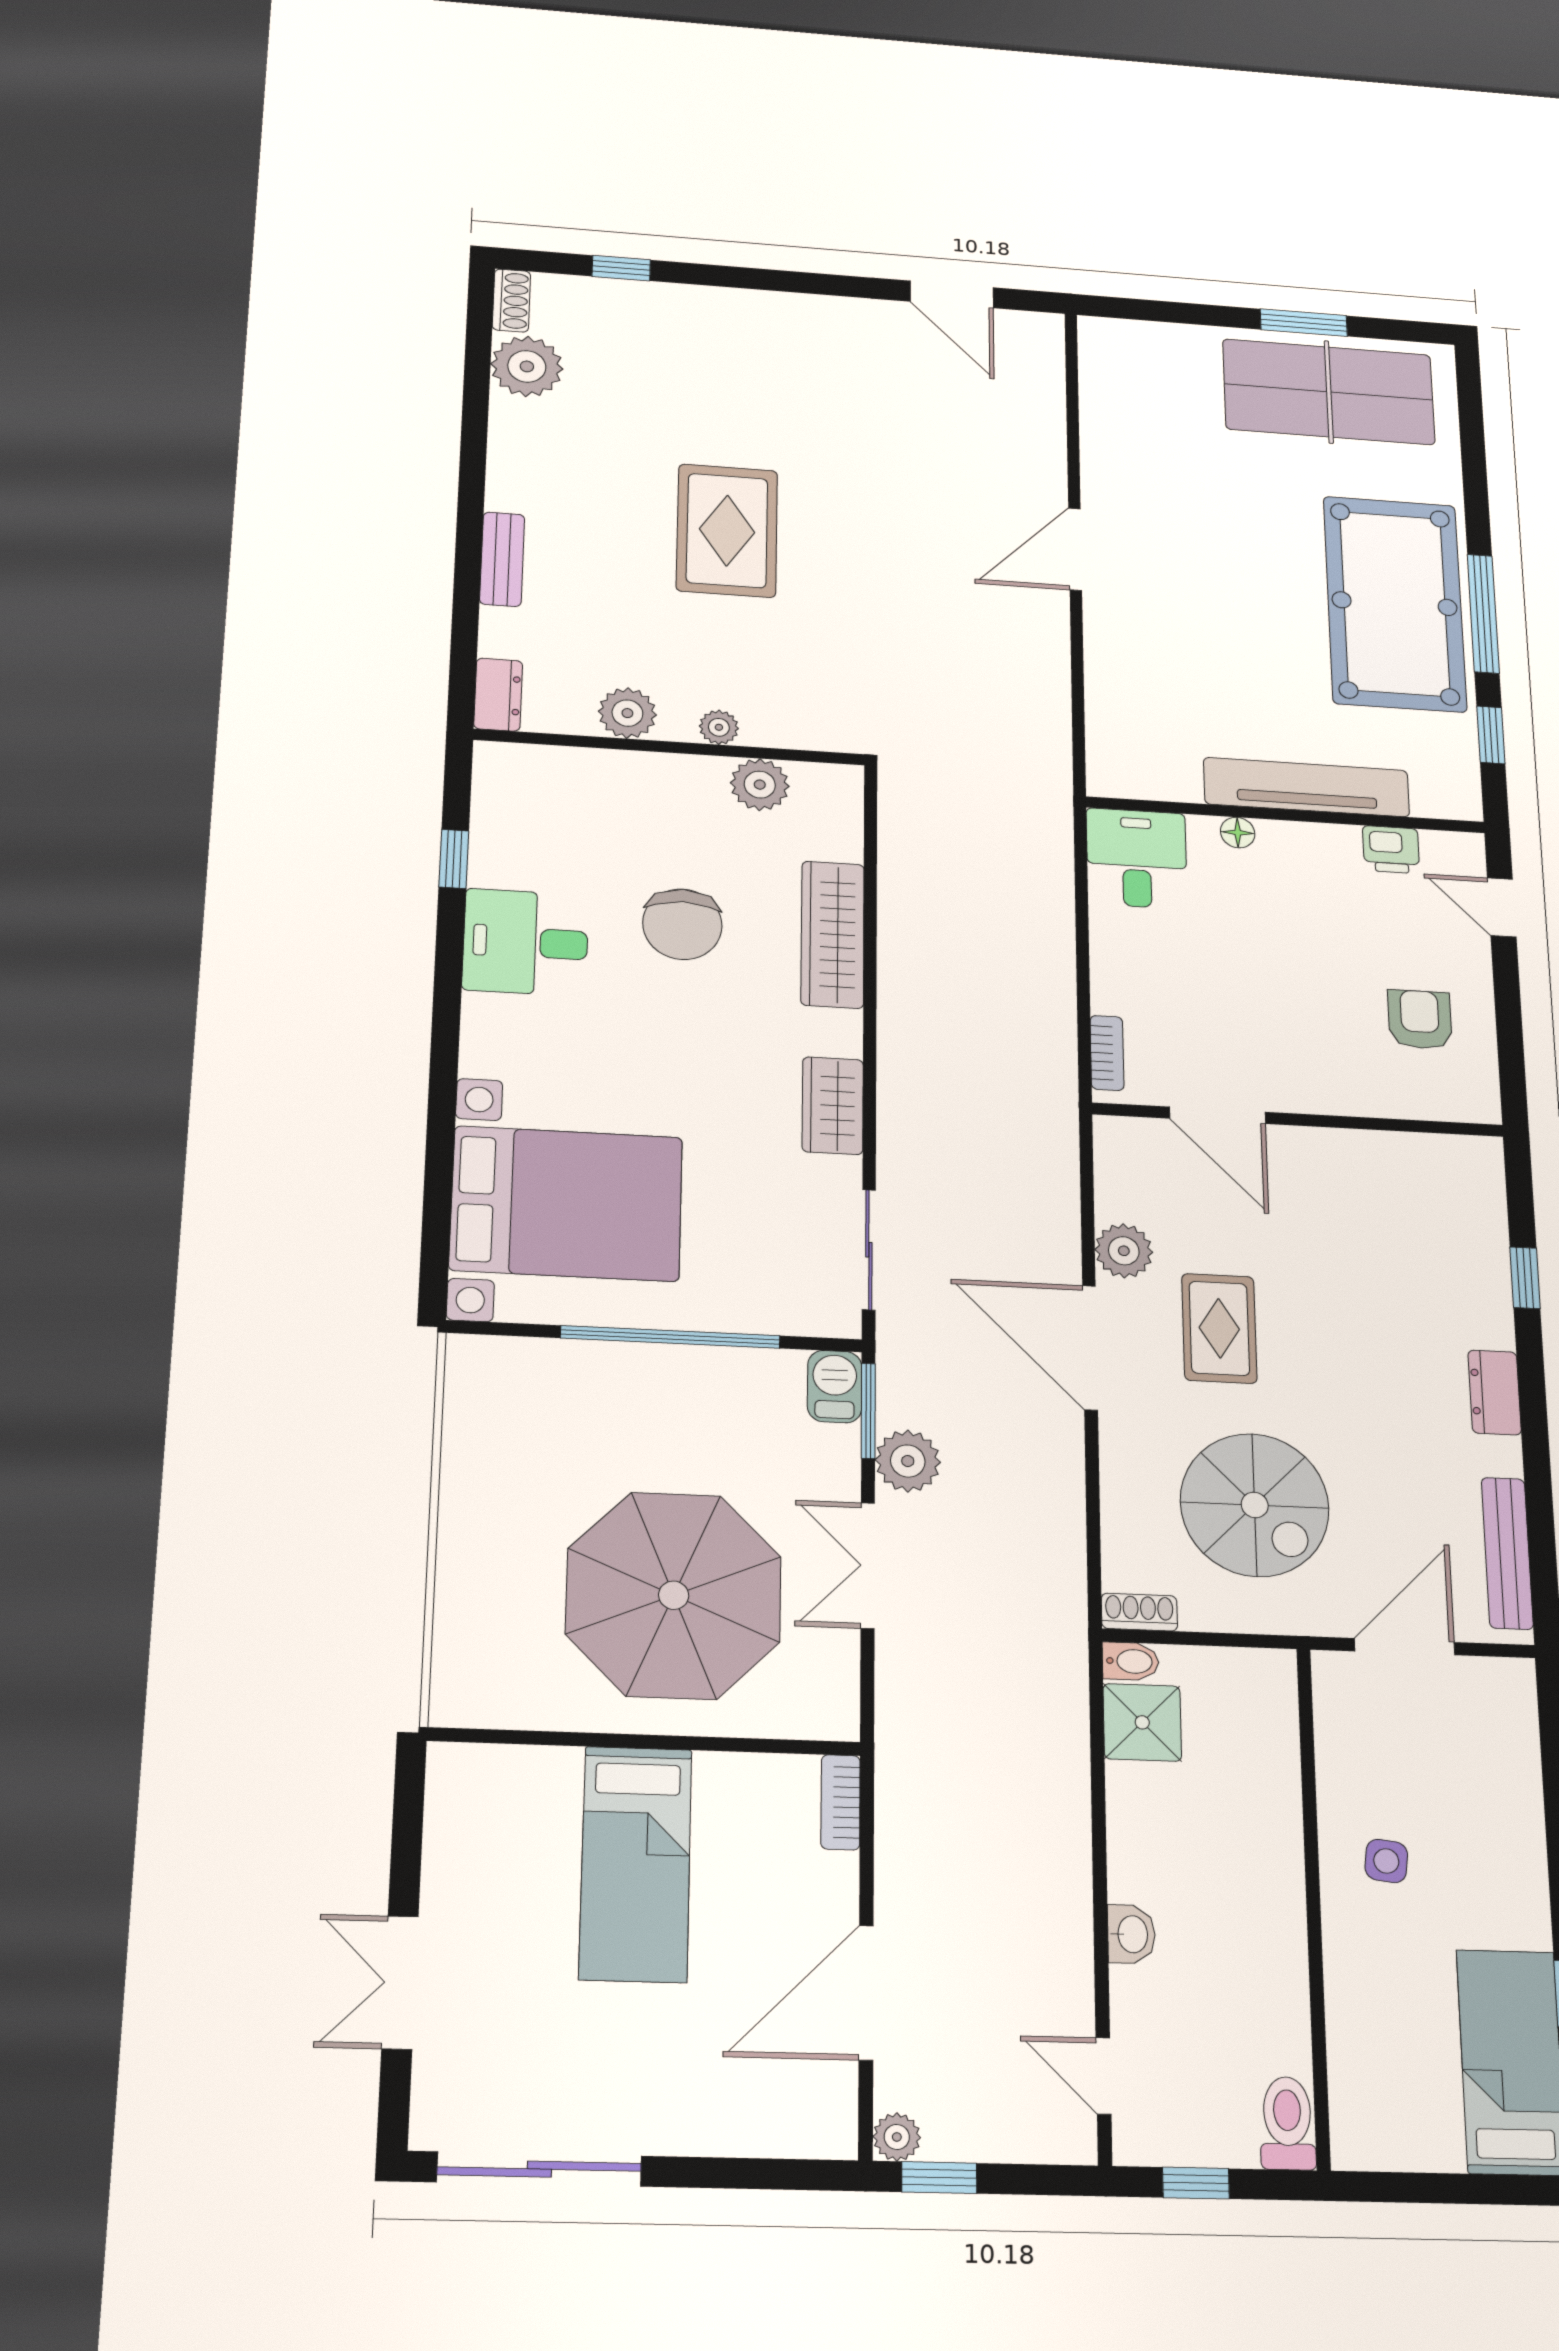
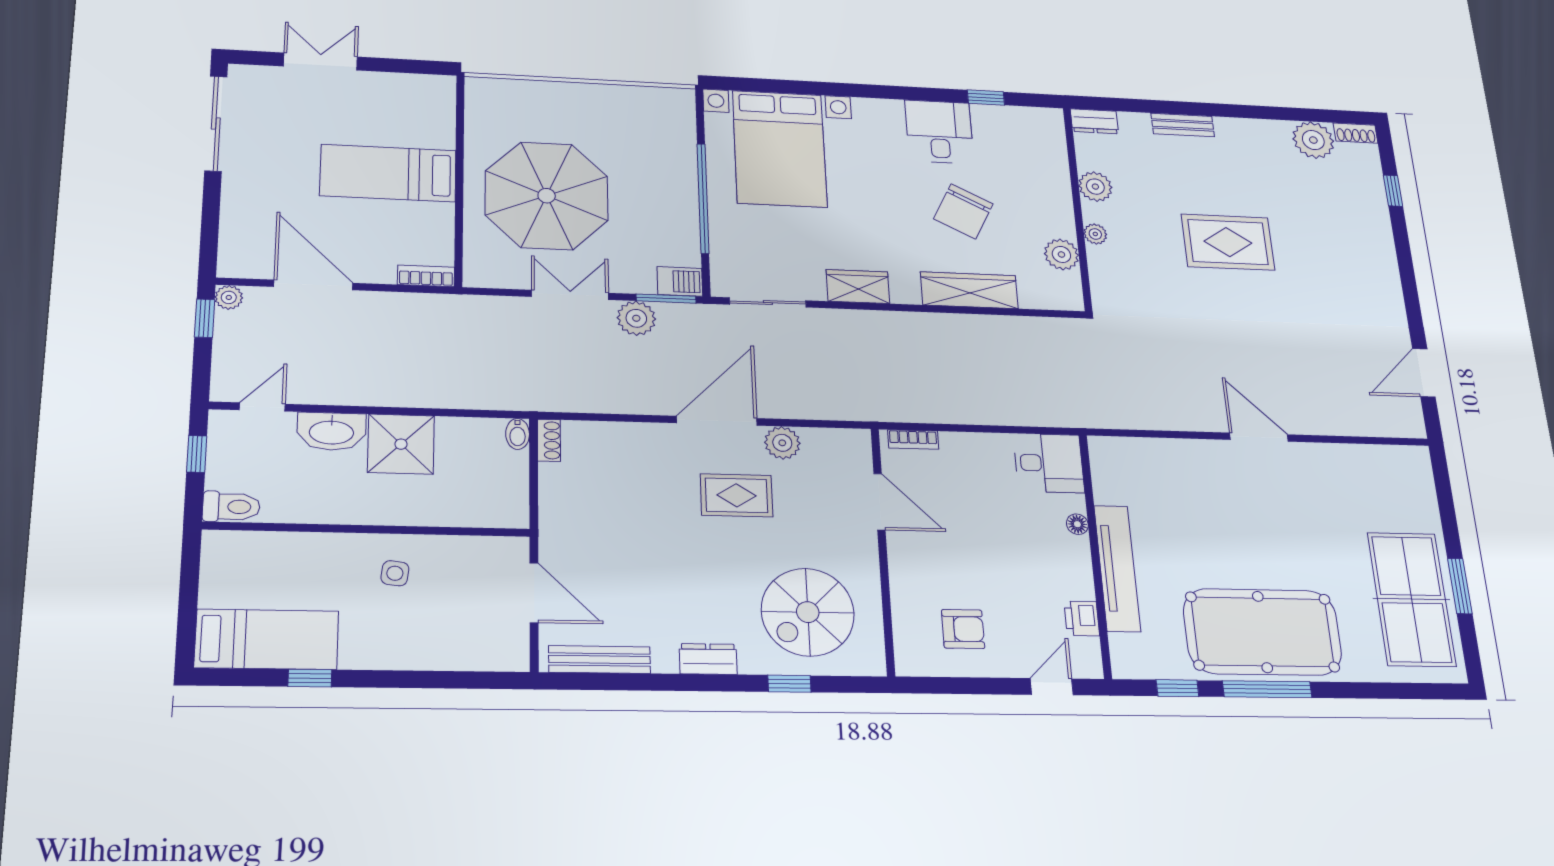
chair: (682, 924) -> (963, 211), turned -63
door: (1217, 1115) -> (880, 502), swing flipped
spiral stairs: (1255, 1505) -> (808, 612), moved
shower: (1142, 1722) -> (401, 444), moved, width x1.36, depth x1.36
washbasin: (1131, 1934) -> (331, 431), width x1.91, depth x1.45

